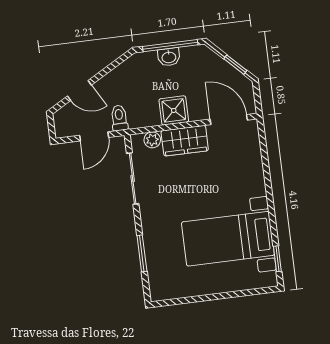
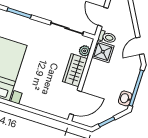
washbasin: (169, 57) -> (125, 98), moved
door: (79, 91) -> (140, 46), moved
shower: (174, 110) -> (103, 52), moved

